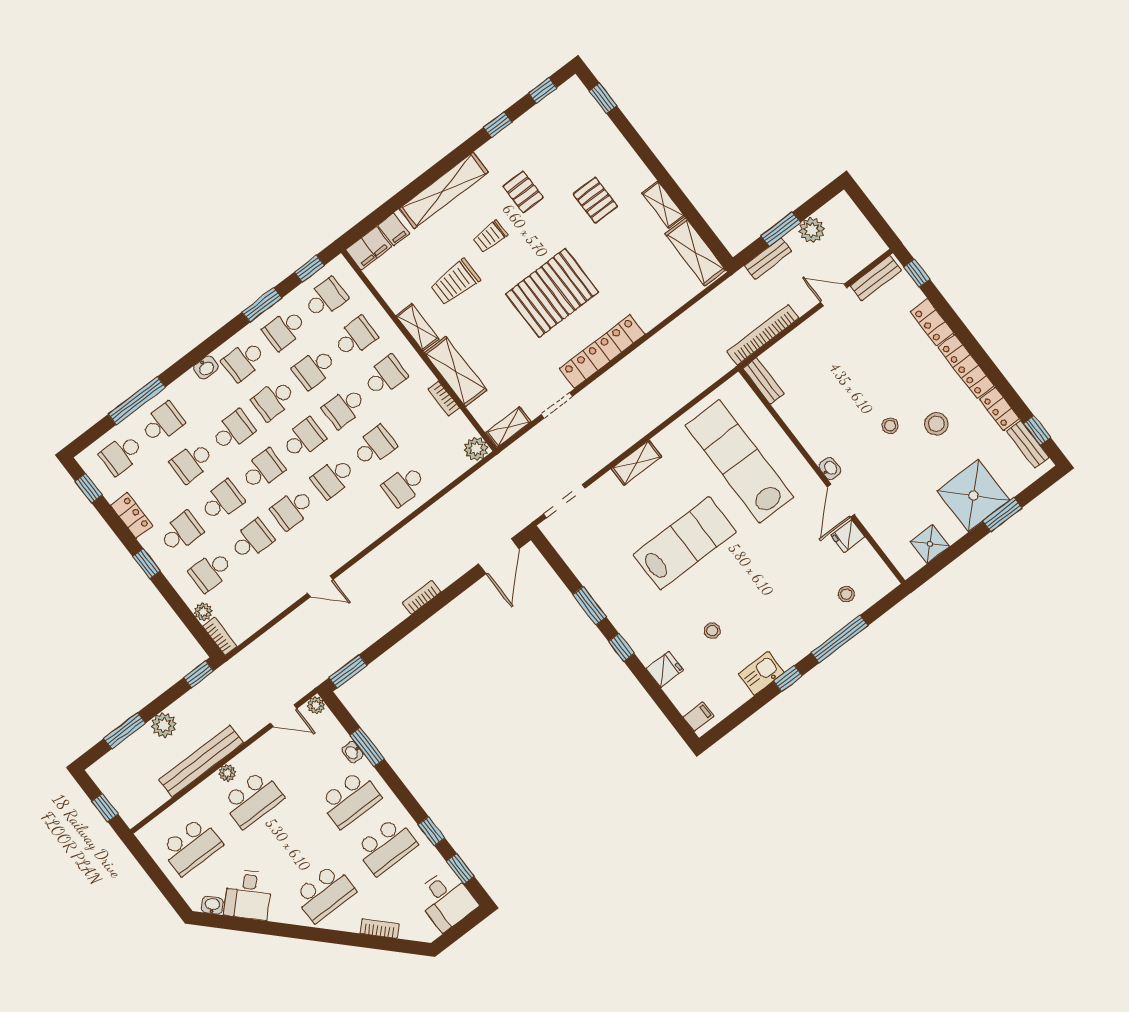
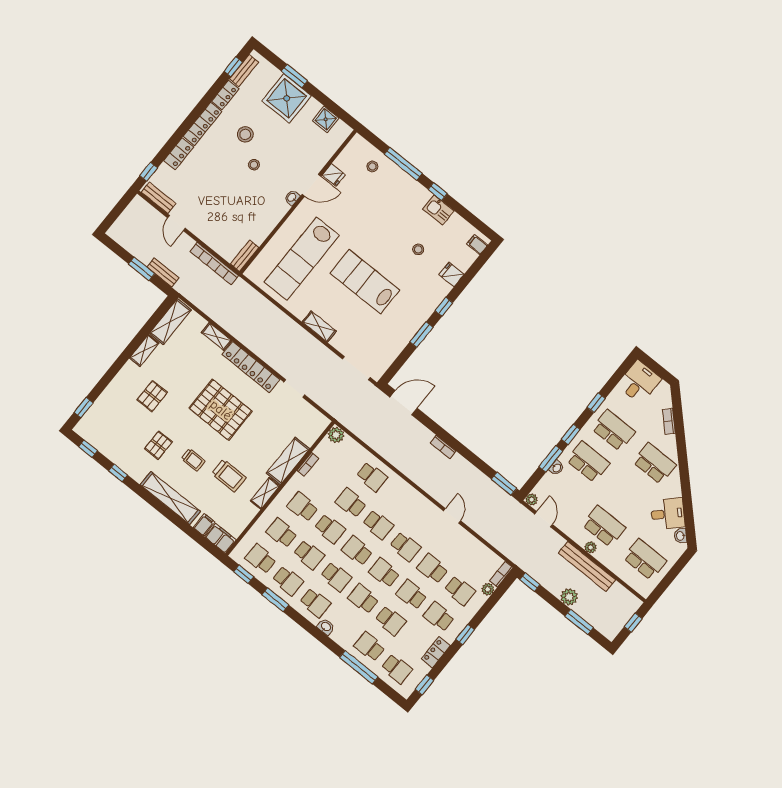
plant: (812, 230) -> (137, 248), removed
shelving: (508, 427) -> (217, 337), moved
window: (460, 869) -> (571, 434), moved

